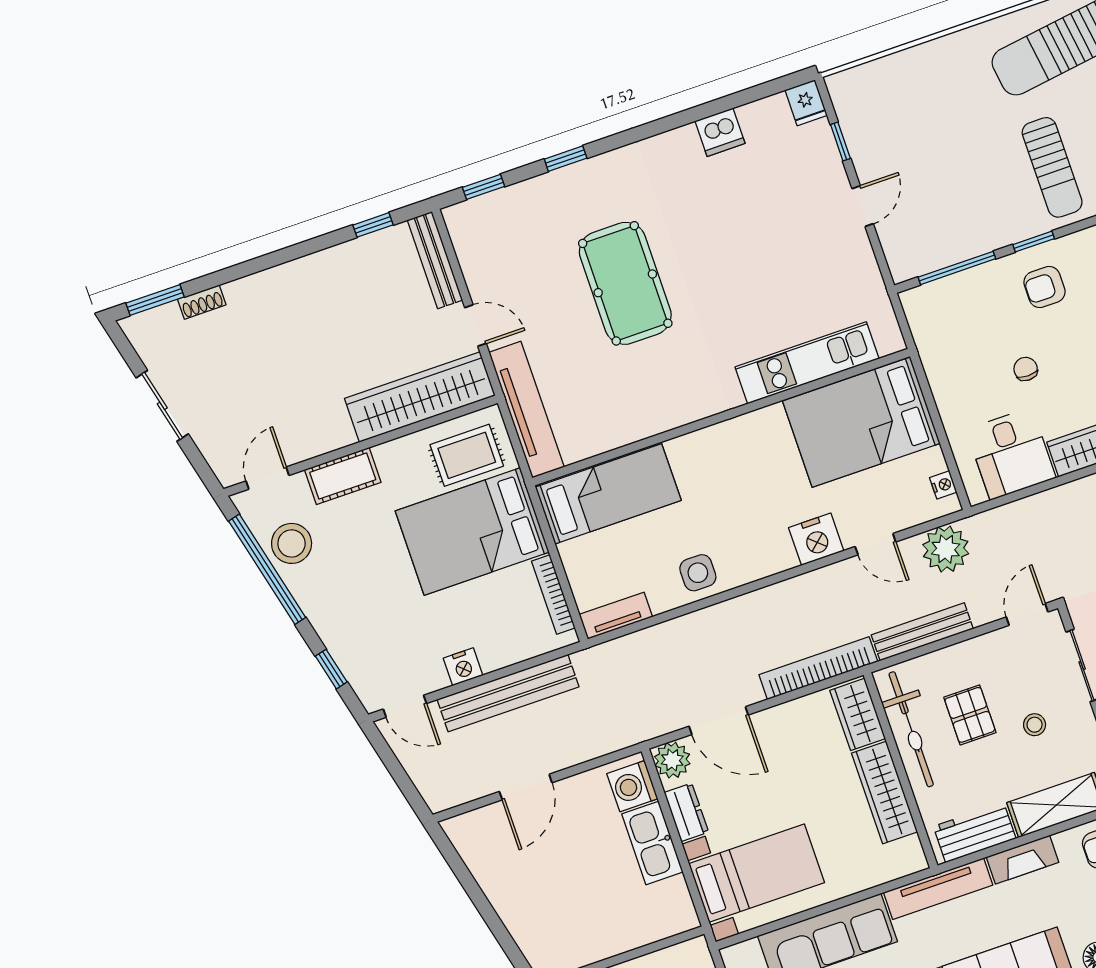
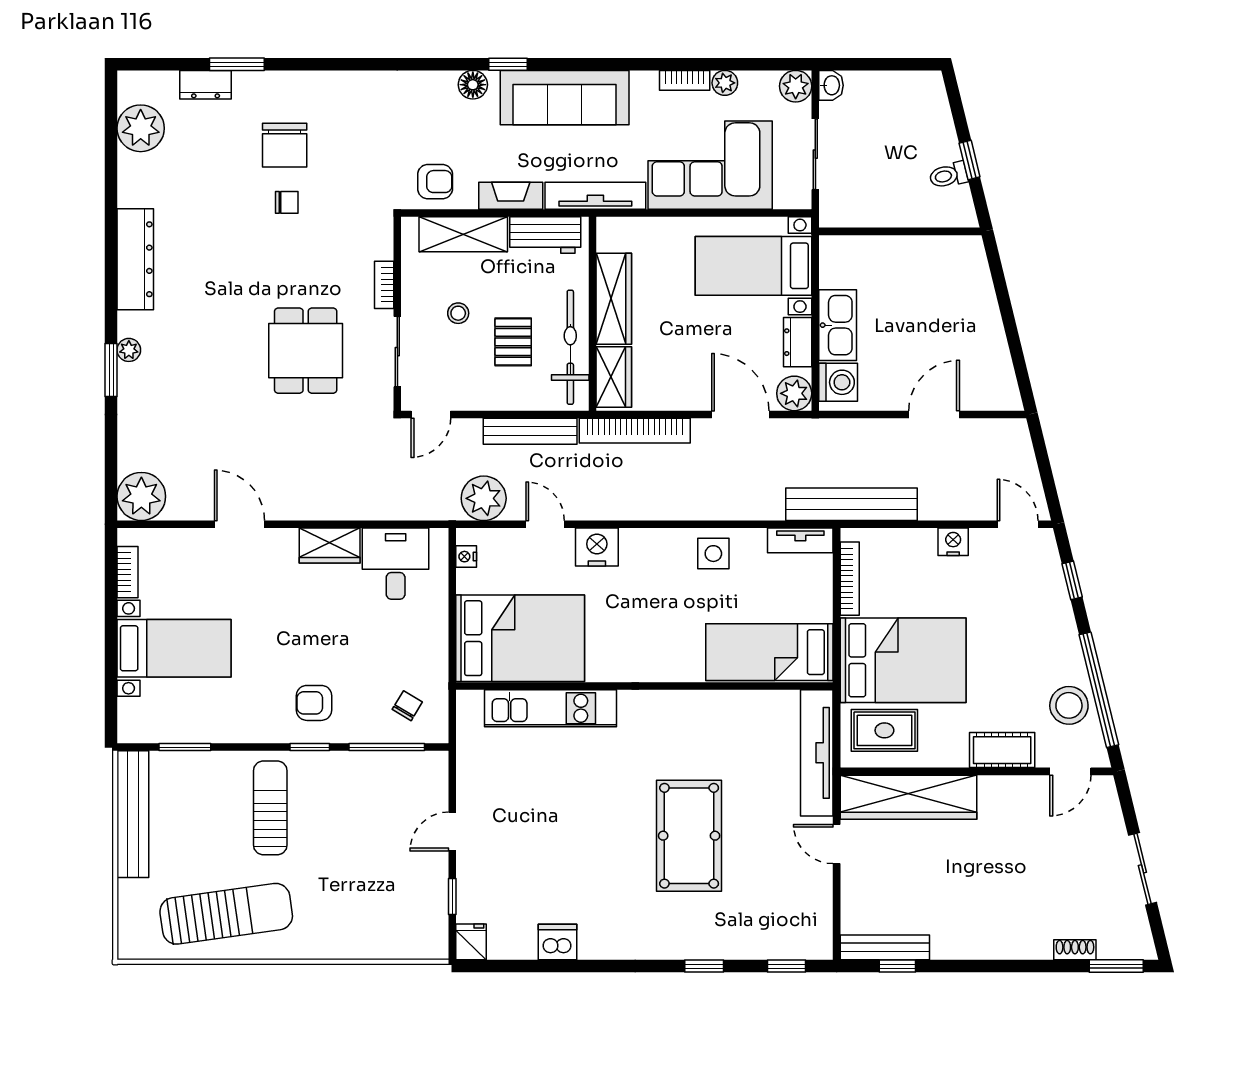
bench: (435, 260) -> (885, 947), moved, turned 90
armchair: (1044, 287) -> (314, 703), turned 180
chair: (1026, 369) -> (407, 706), moved, turned -149
bench: (508, 693) -> (851, 504), moved

